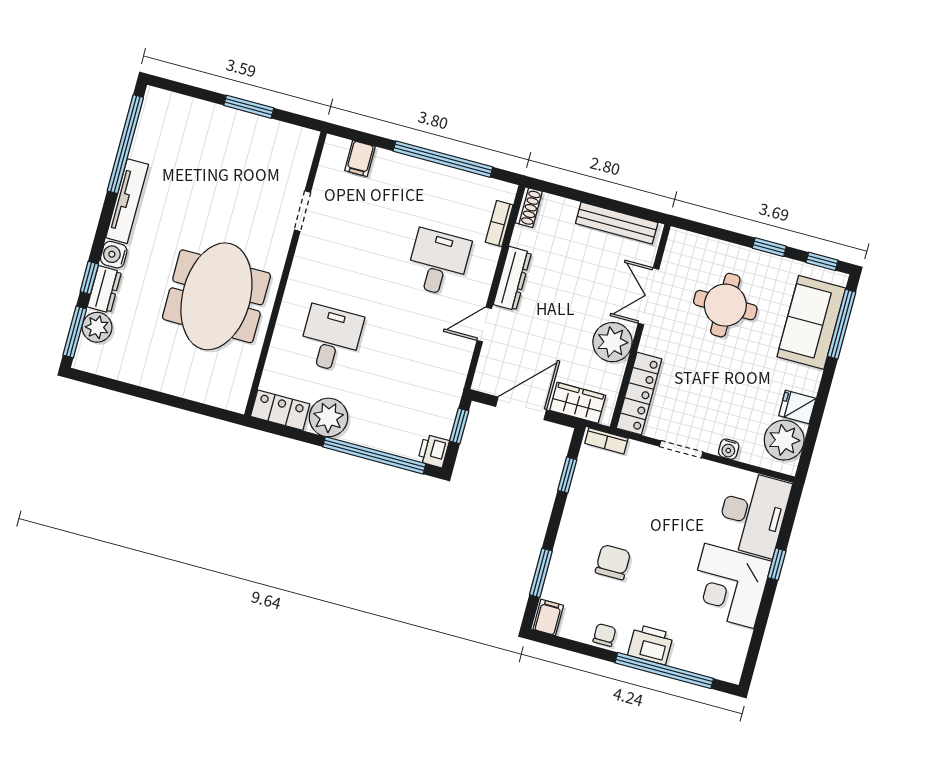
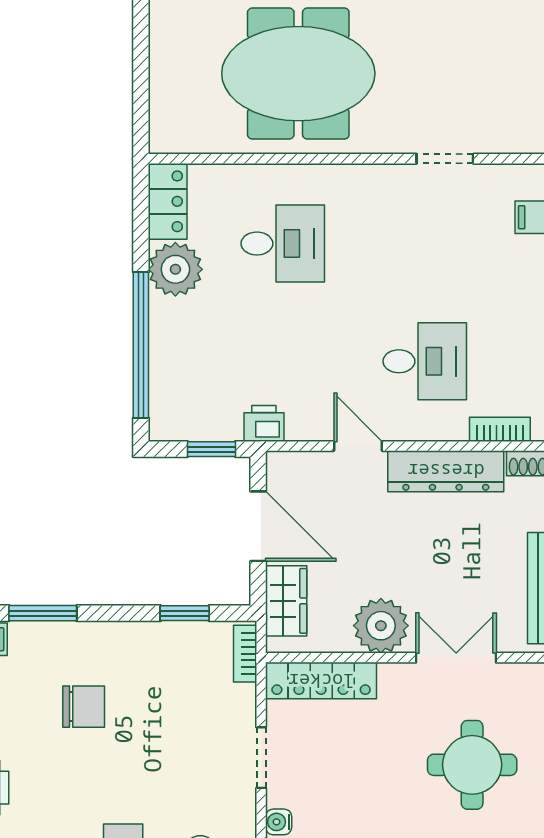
dresser: (512, 279) -> (446, 471), width x1.37, depth x1.24
printer: (433, 451) -> (264, 423), moved

